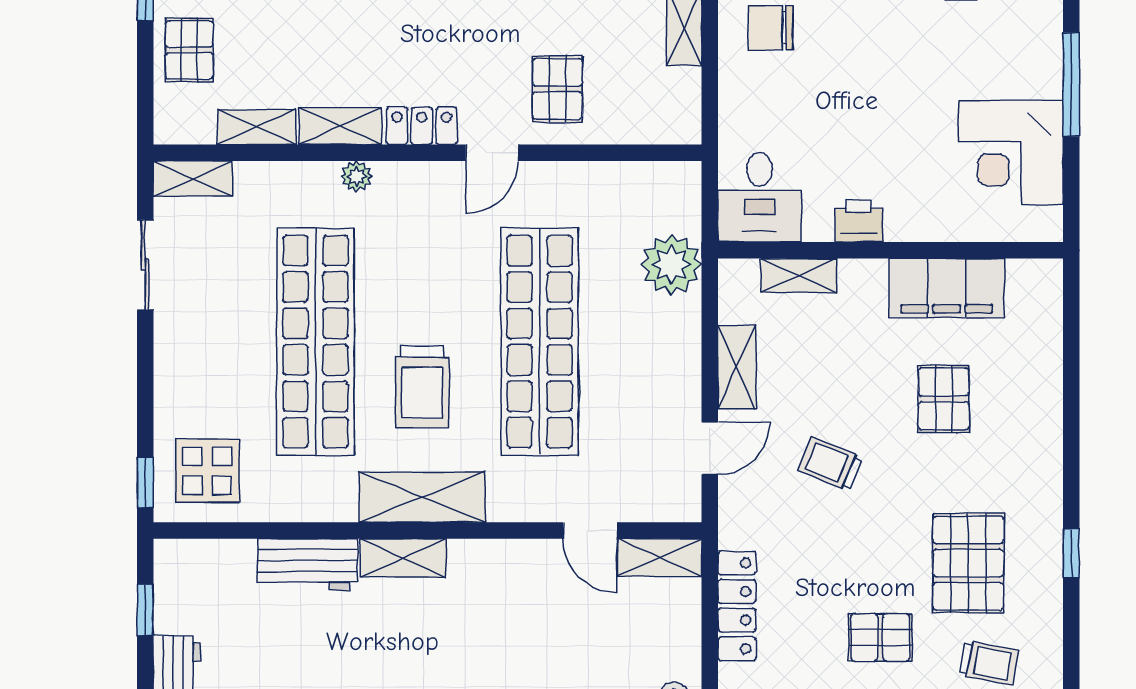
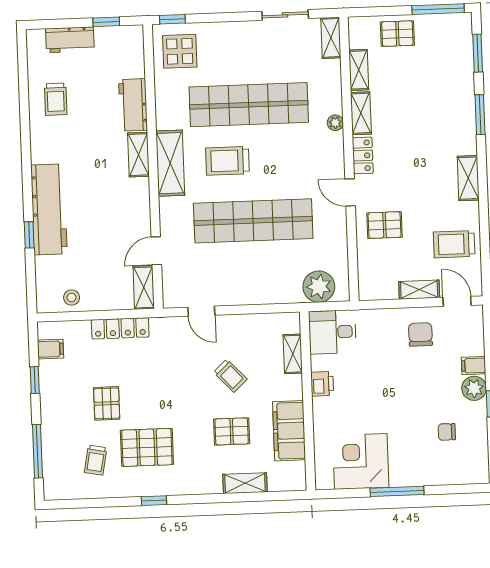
plant: (671, 265) -> (319, 287), moved
shelving: (737, 367) -> (245, 483), moved
trolley: (830, 464) -> (230, 376), moved, turned 115

